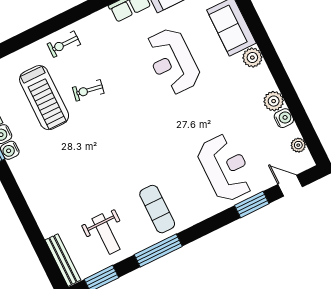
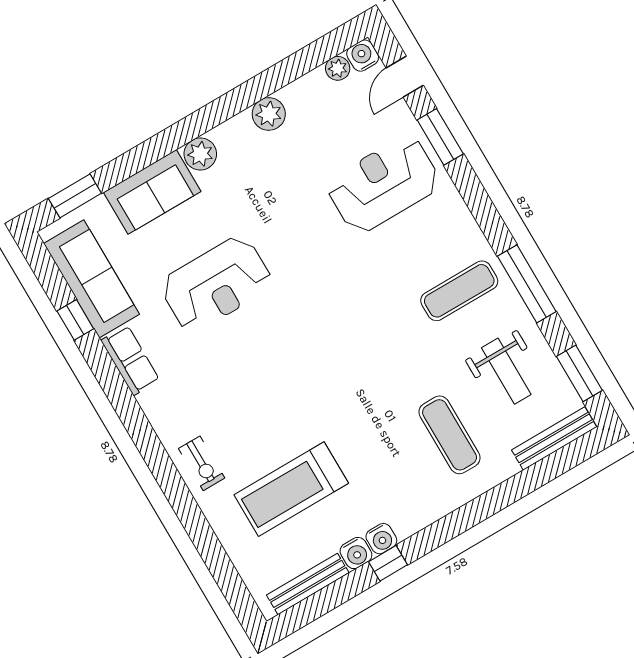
exercise bike: (88, 90) -> (274, 418), removed
treadmill: (44, 98) -> (291, 489), turned 180
water cooler: (284, 118) -> (363, 56), moved
exercise mat: (70, 196) -> (450, 435), added
weight bench: (106, 234) -> (506, 371), turned 90

